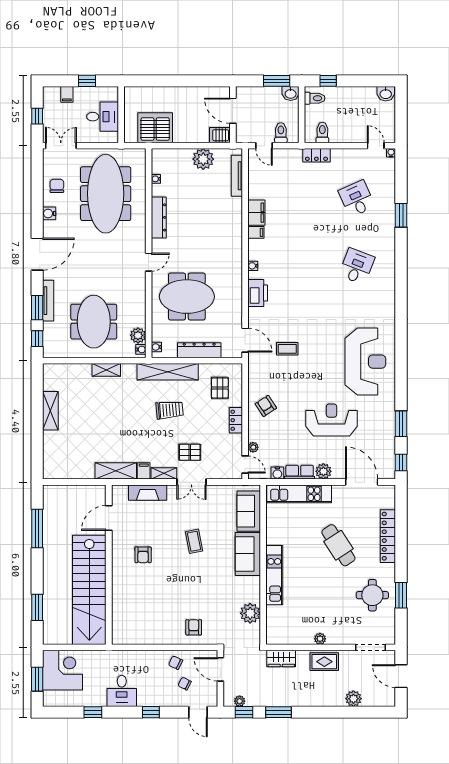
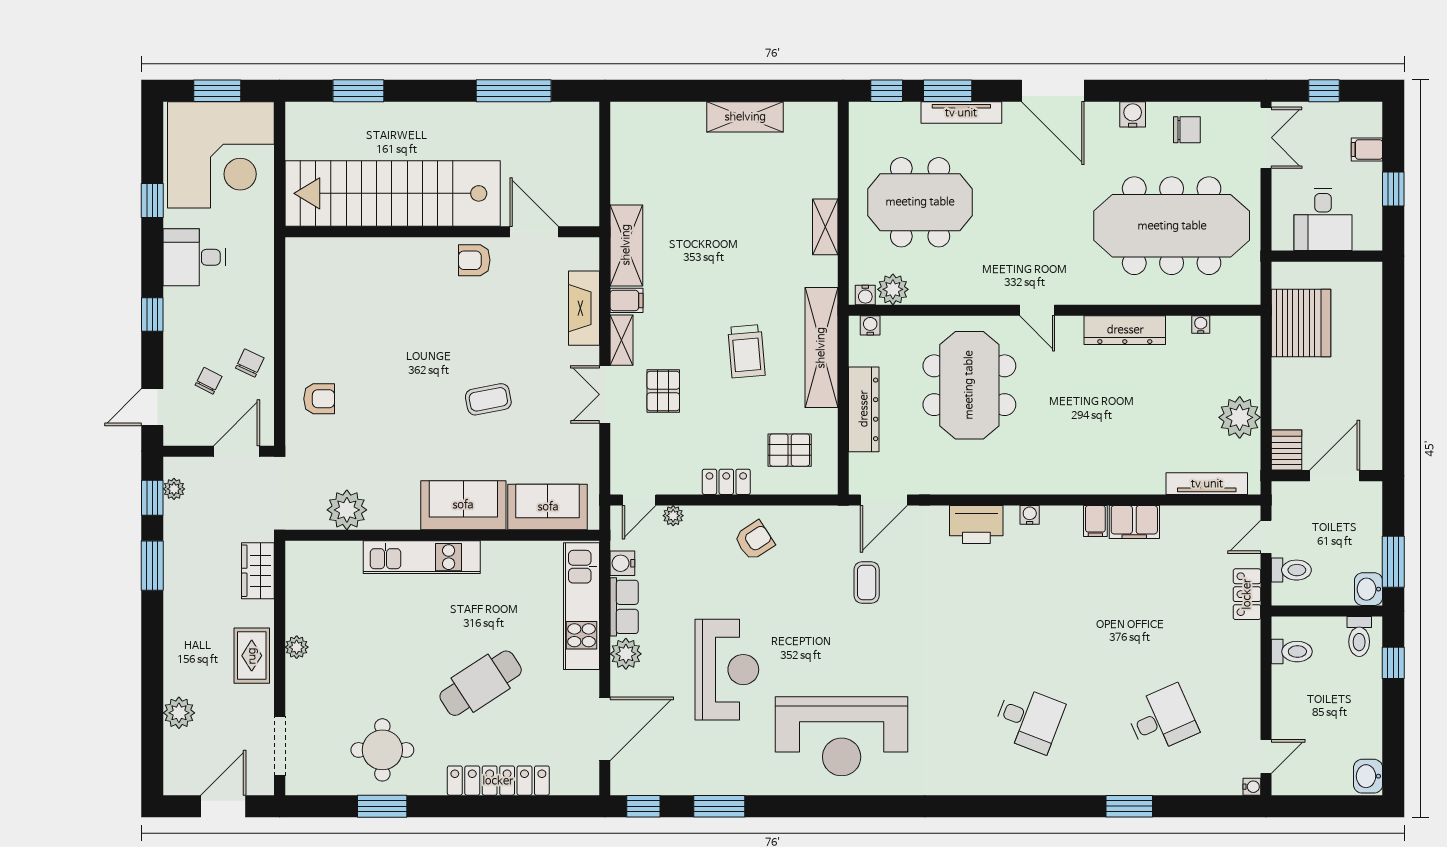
locker: (316, 155) -> (1247, 594), moved
armchair: (143, 555) -> (474, 260), moved
corner desk: (62, 670) -> (221, 155), width x1.36, depth x1.36

